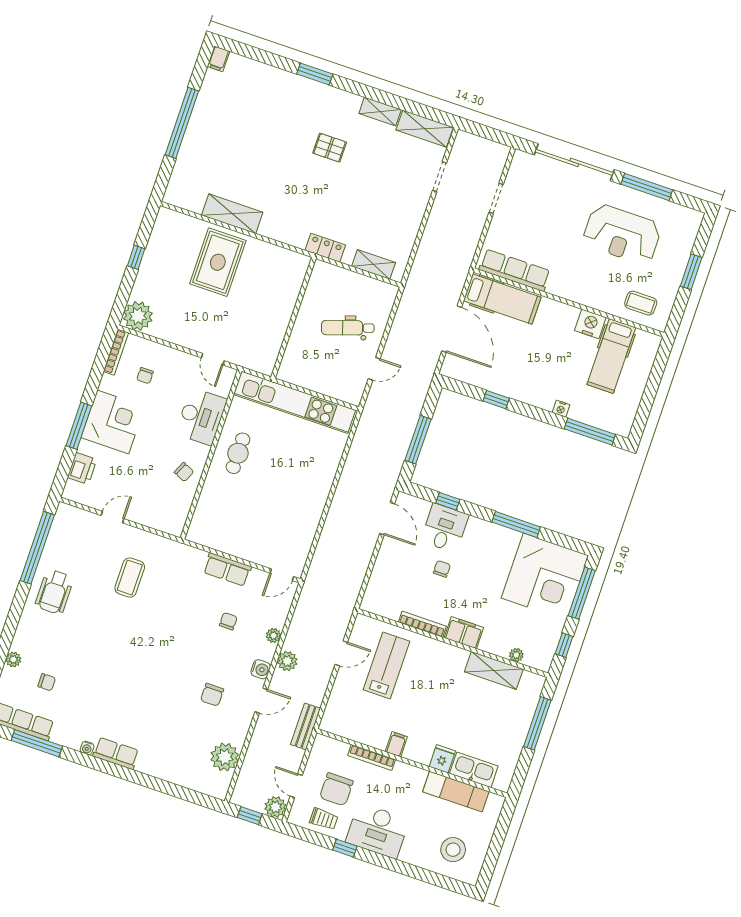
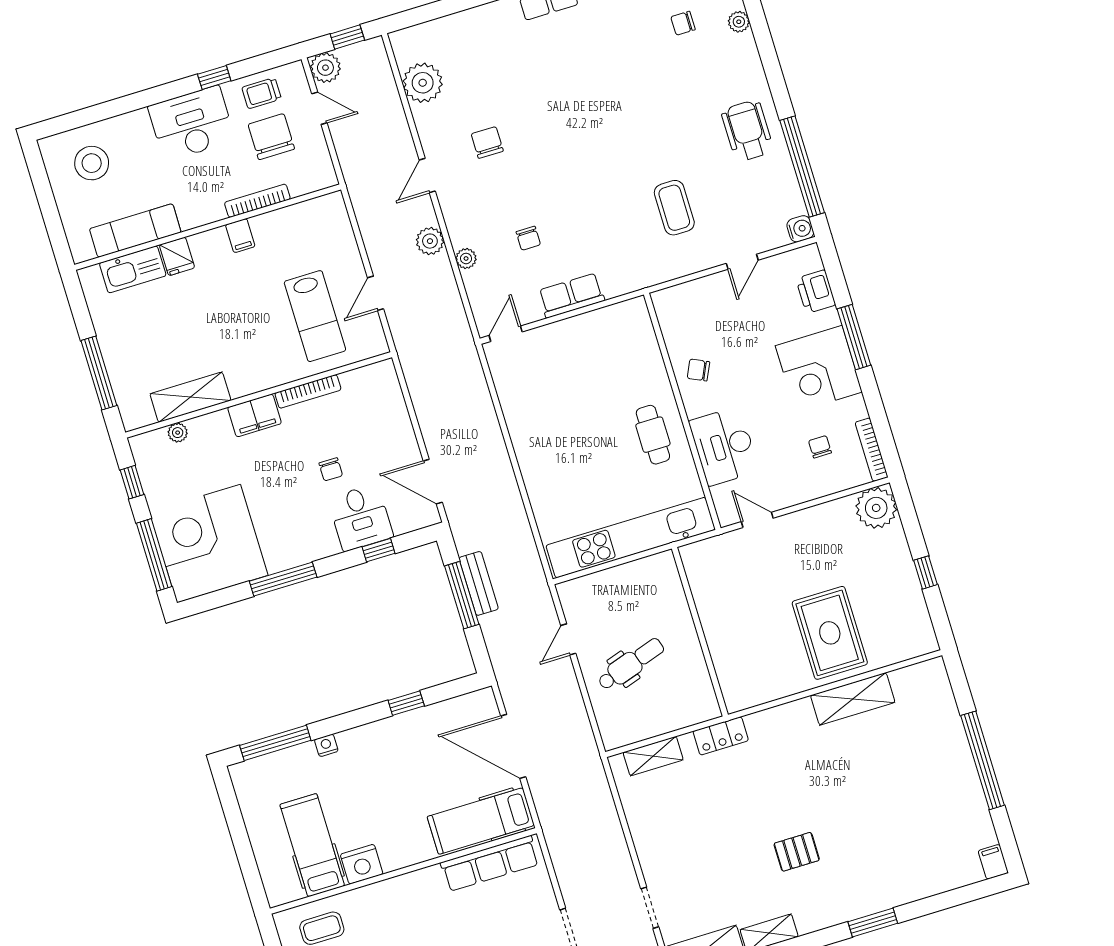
water cooler: (261, 669) -> (800, 229), moved, turned 180
bench: (305, 726) -> (479, 583), moved

